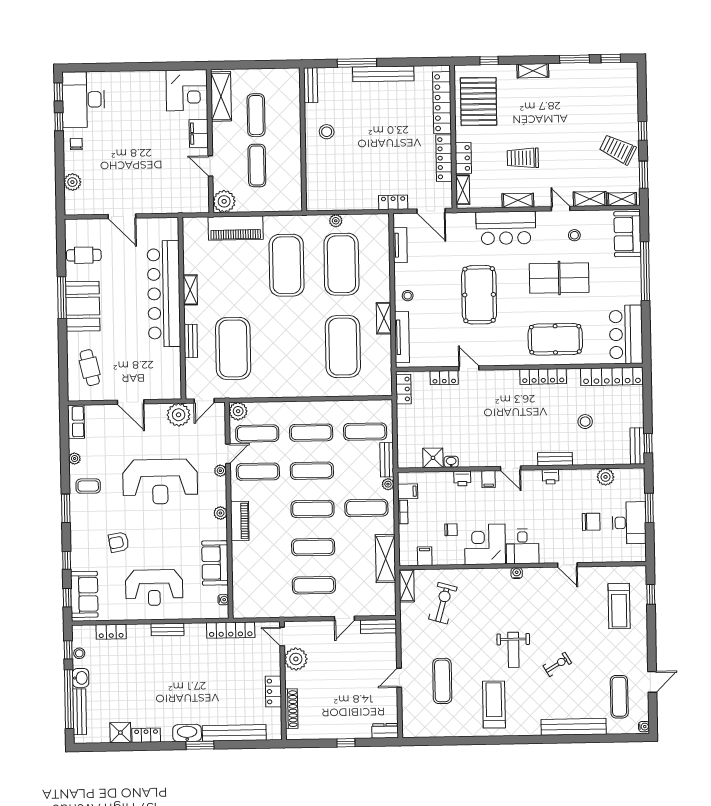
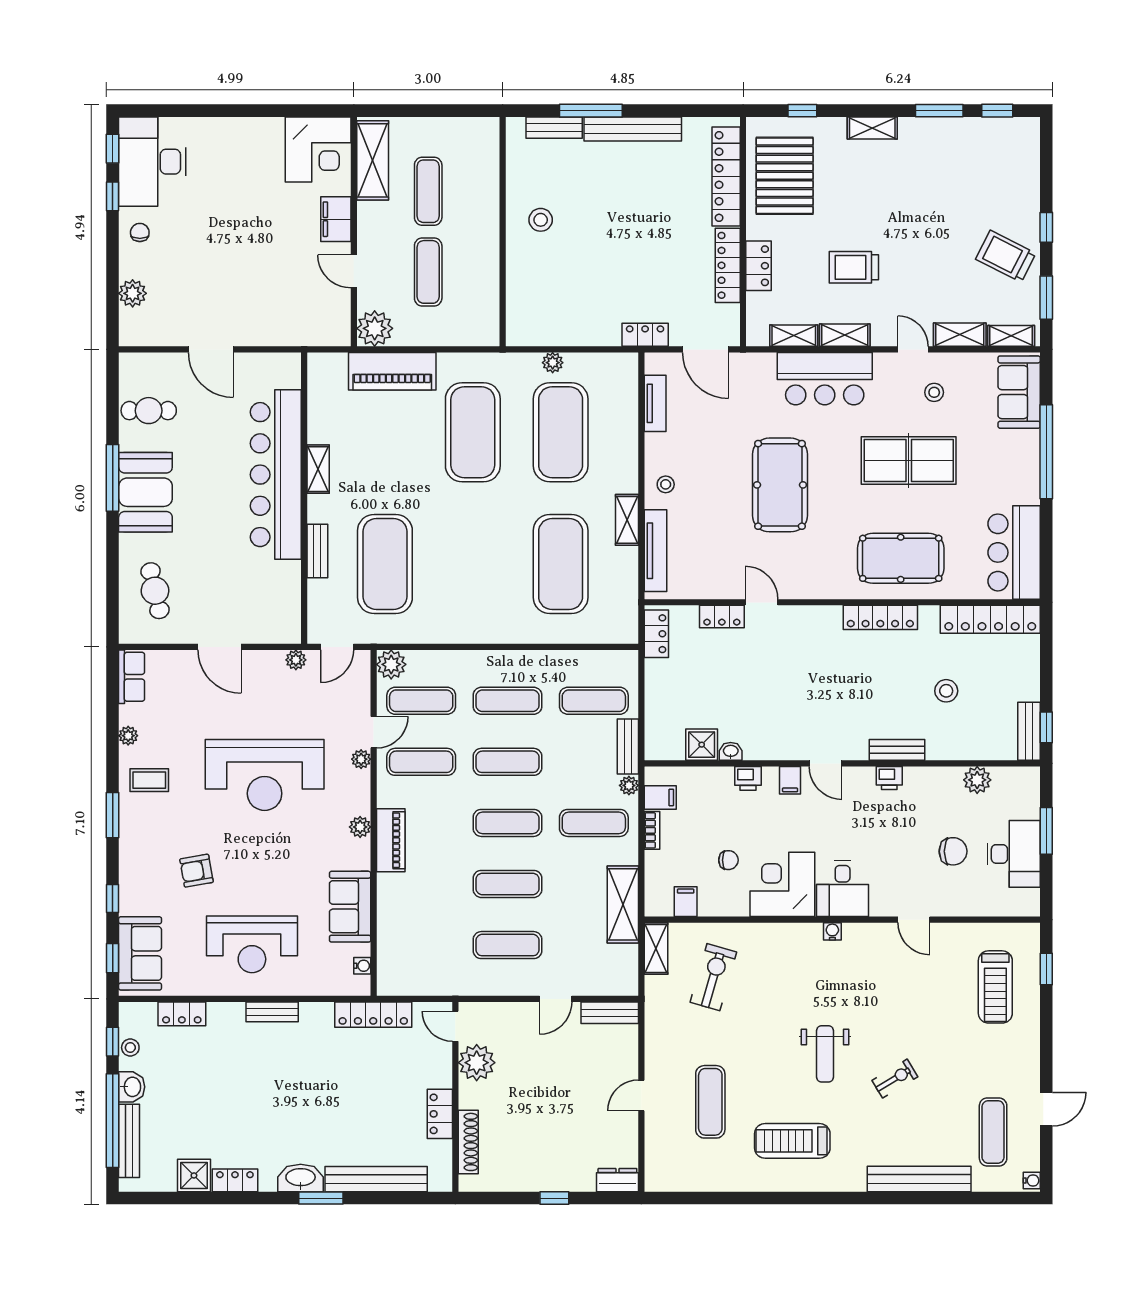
bench: (311, 85) -> (554, 128), moved, turned 90
shelving: (463, 190) -> (794, 336), moved, turned 90
plant: (179, 415) -> (296, 660), width x0.53, depth x0.53
treadmill: (494, 704) -> (792, 1141), turned -90

